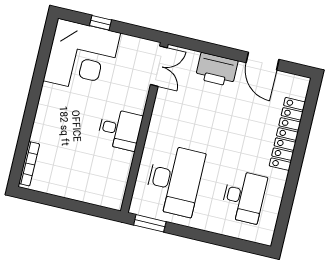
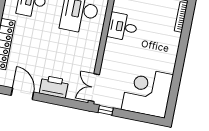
window: (100, 23) -> (106, 110), moved
desk: (120, 129) -> (123, 27), moved

